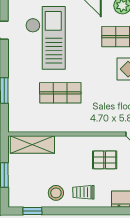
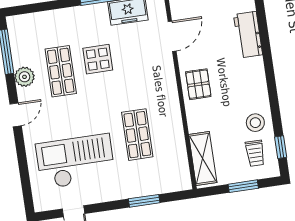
pallet: (105, 160) -> (198, 84), moved
trolley: (83, 192) -> (255, 153), moved

